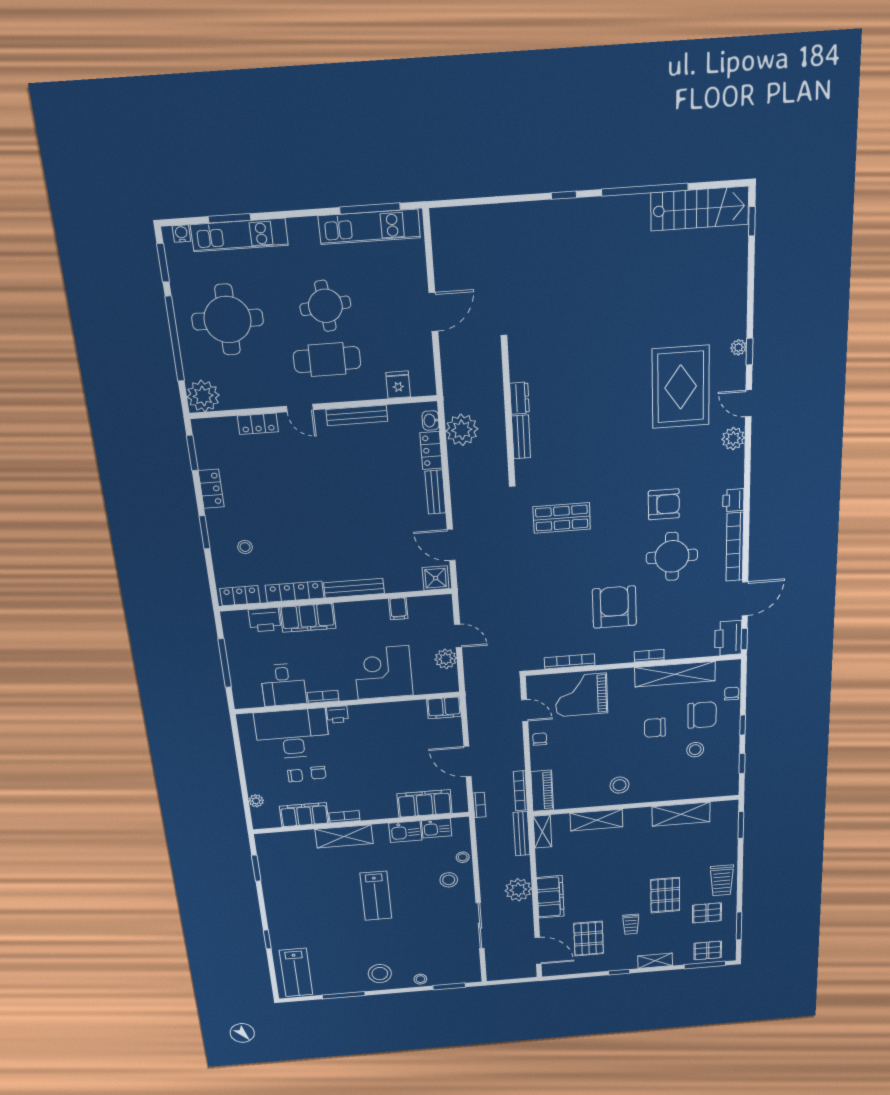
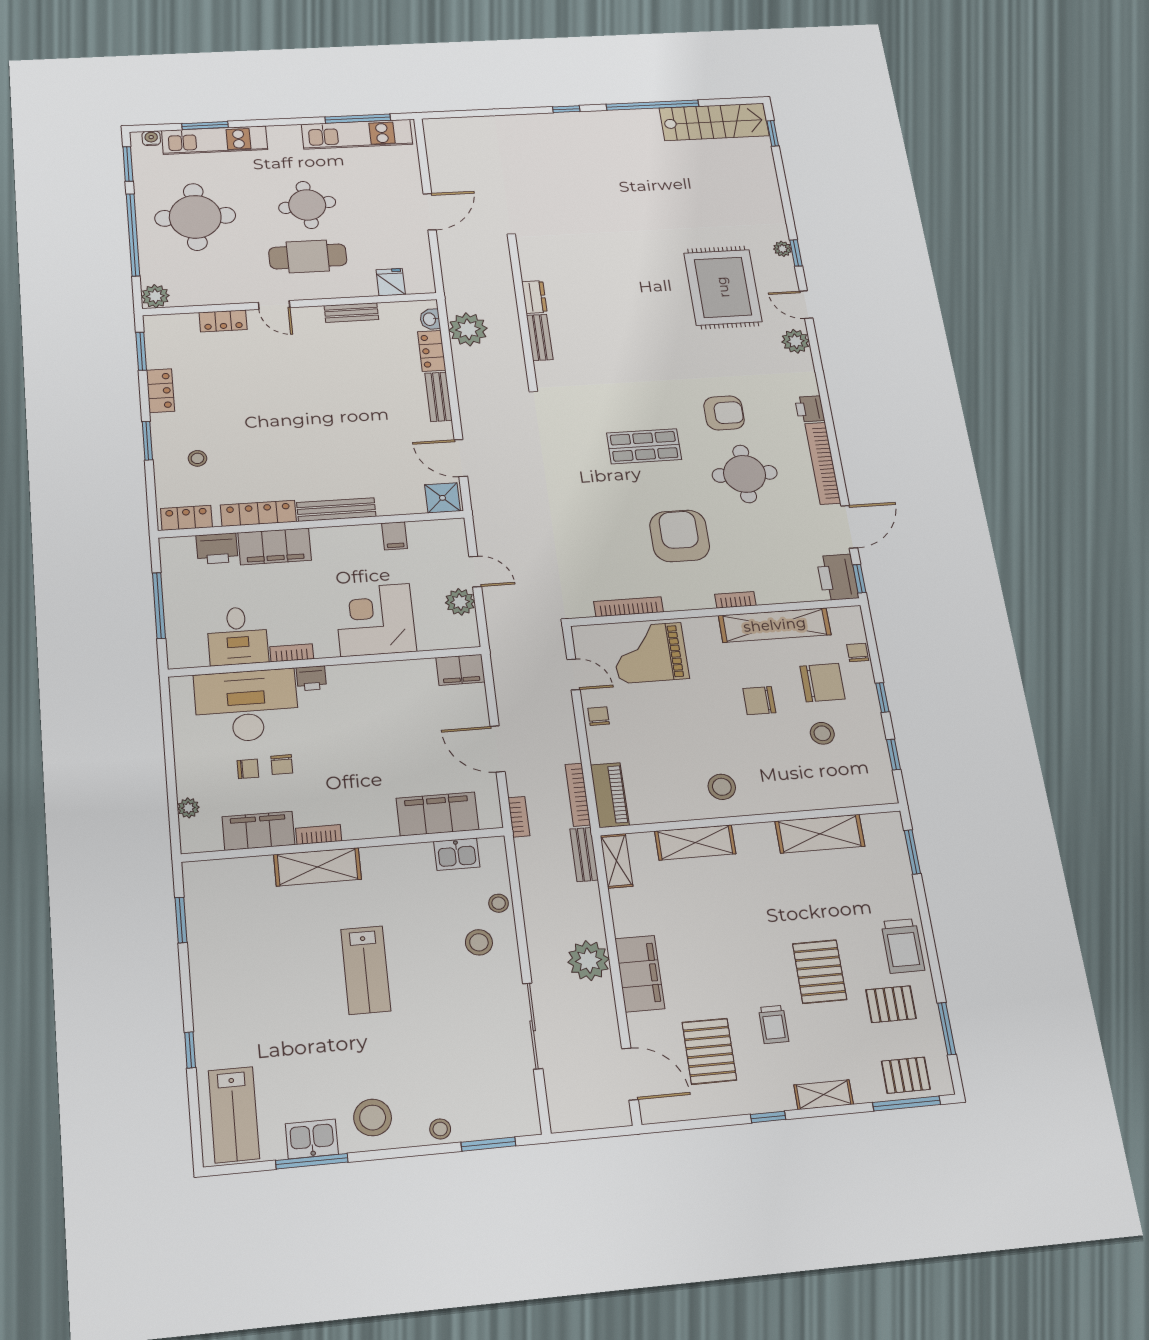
plant: (203, 396) -> (155, 296), width x0.73, depth x0.73
bench: (357, 415) -> (351, 313), width x0.73
shop shelf: (562, 518) -> (644, 446), moved
kitchen sink: (405, 832) -> (312, 1139), moved, turned 180
bench: (522, 834) -> (584, 854), width x0.73

